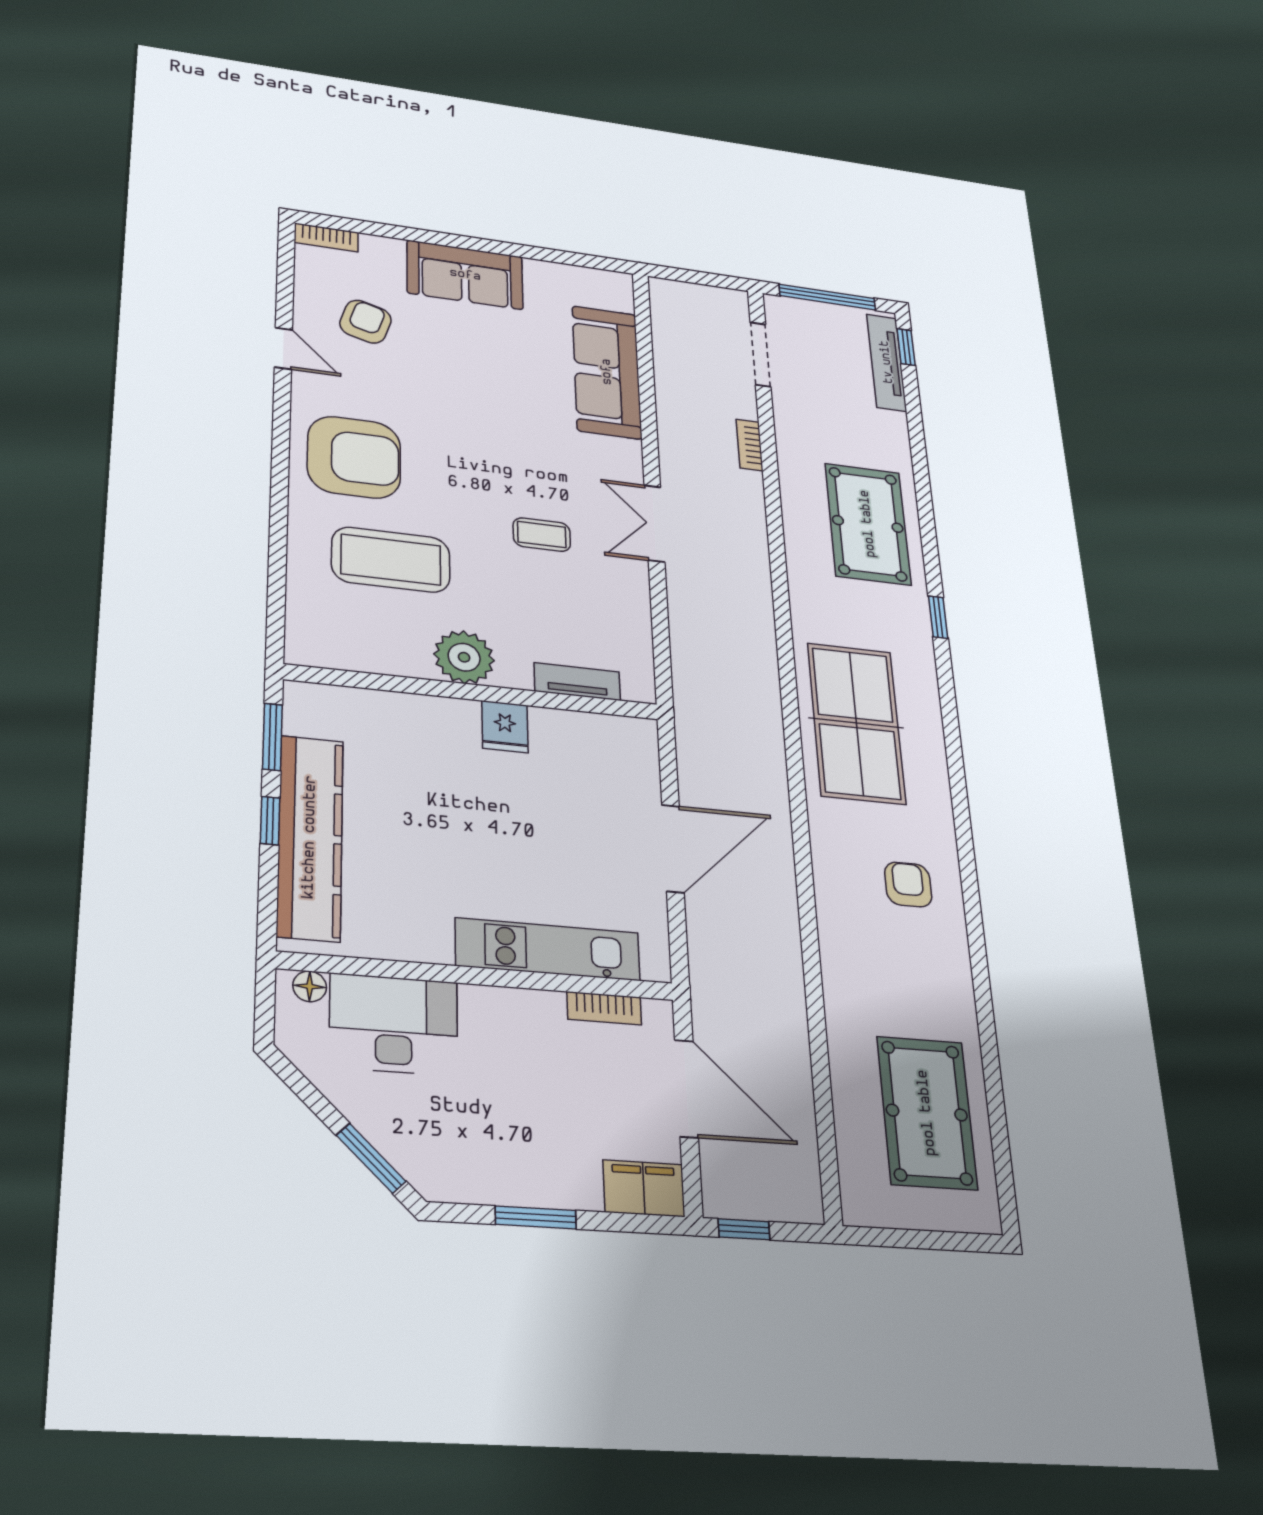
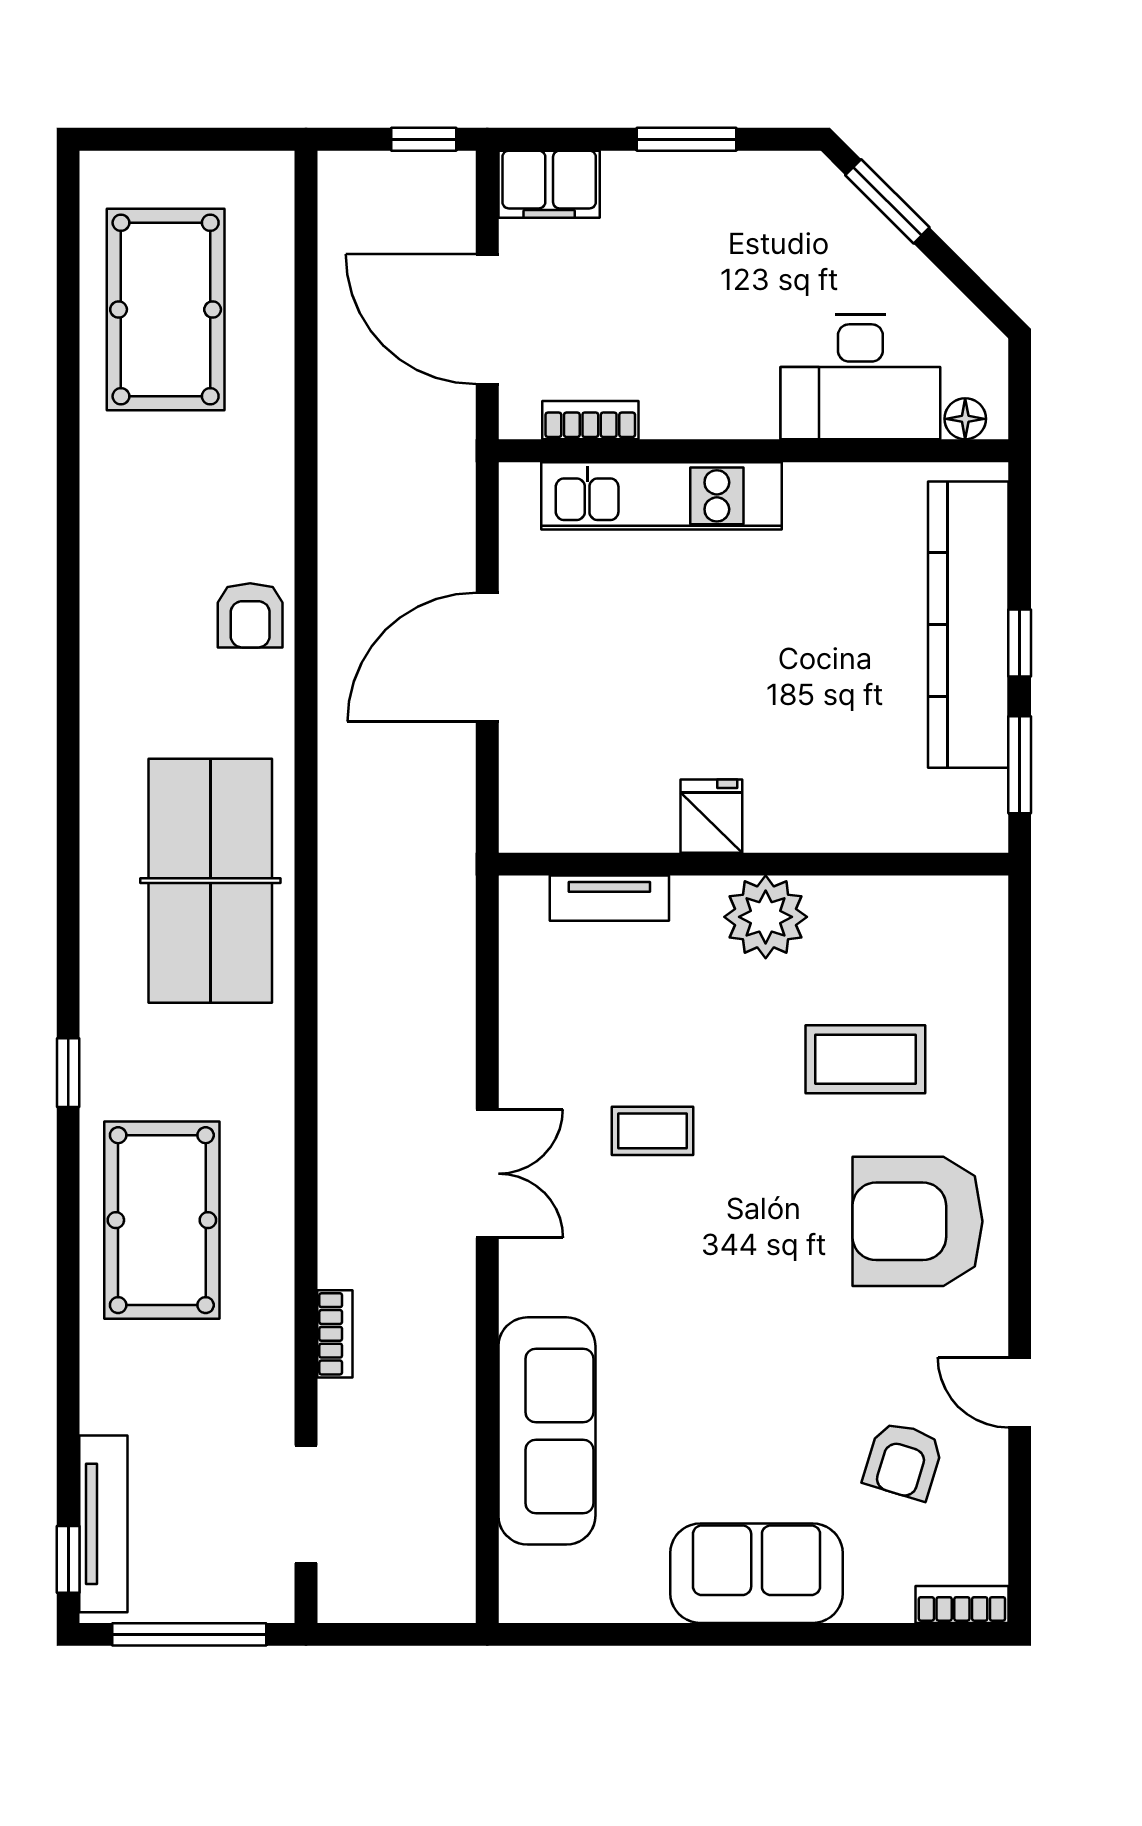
coffee table: (391, 560) -> (865, 1059), width x0.73, depth x0.76
armchair: (908, 885) -> (250, 615), moved

